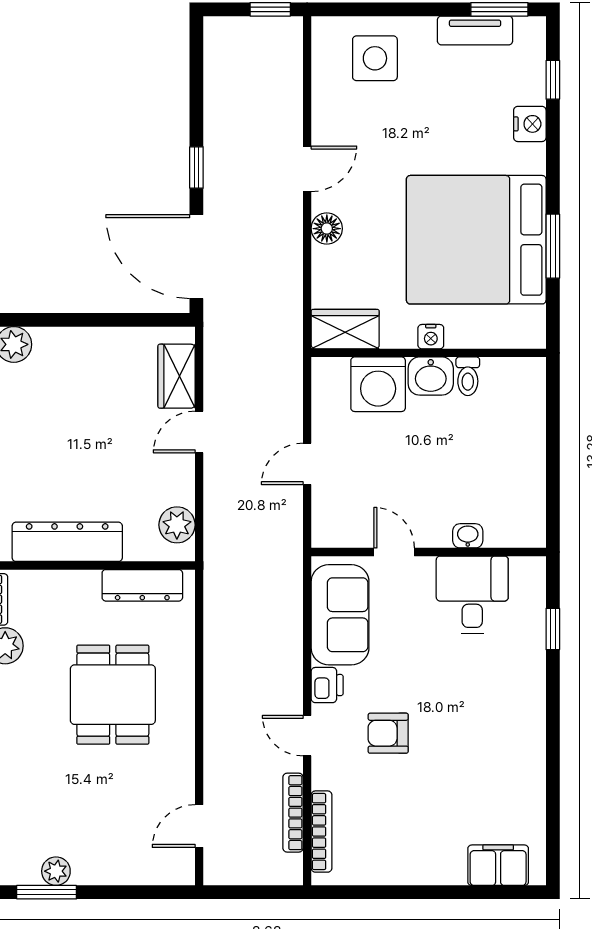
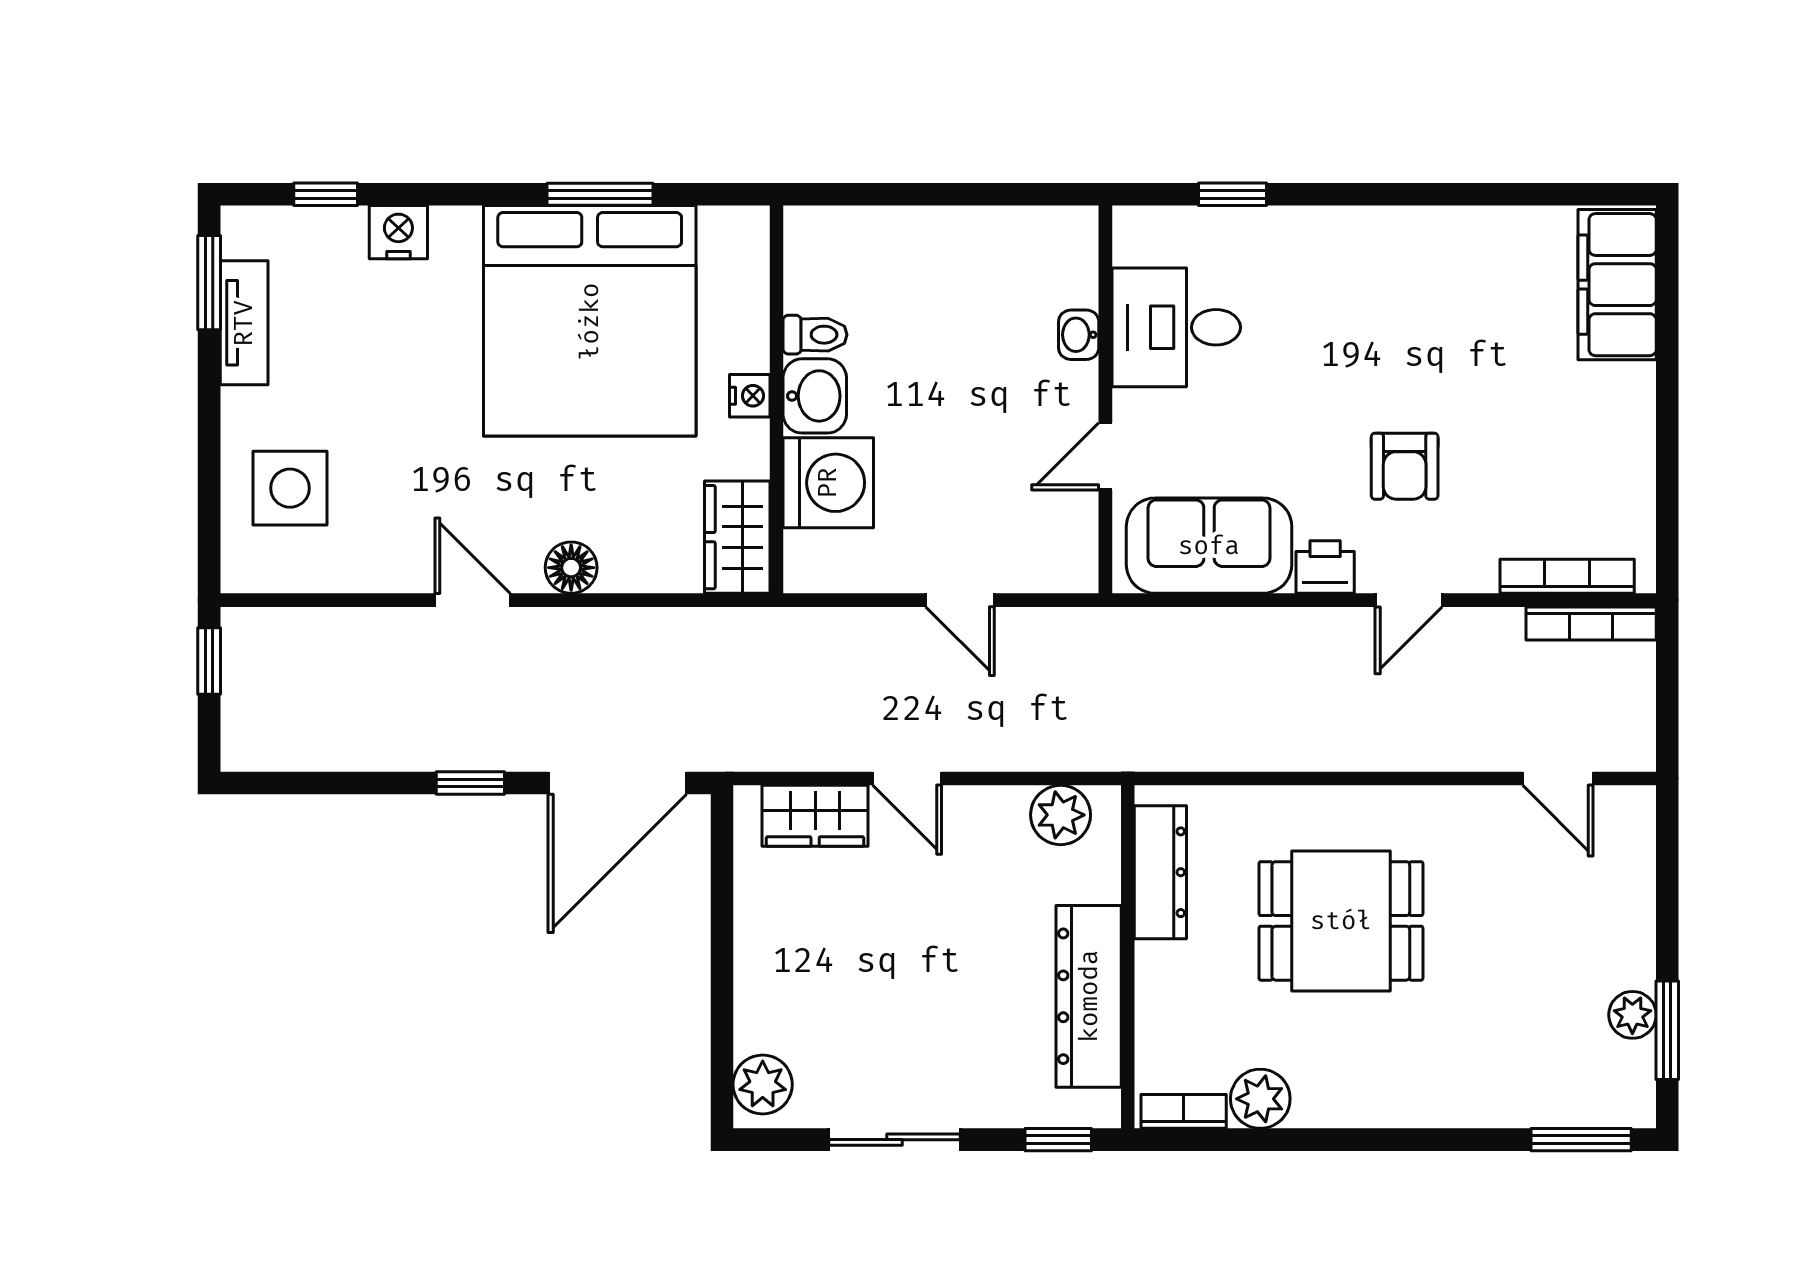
bookcase: (293, 813) -> (1591, 623), moved
filing cabinet: (498, 865) -> (1617, 285), width x1.50, depth x1.17

